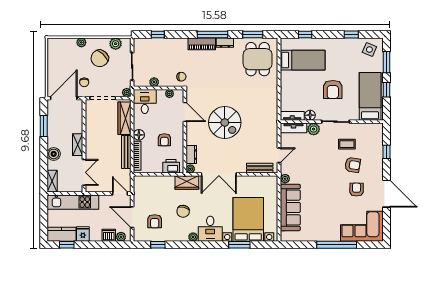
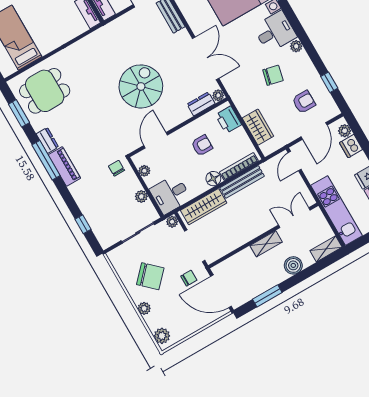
plant: (116, 44) -> (162, 336), moved
wardrobe: (187, 182) -> (258, 127), moved

